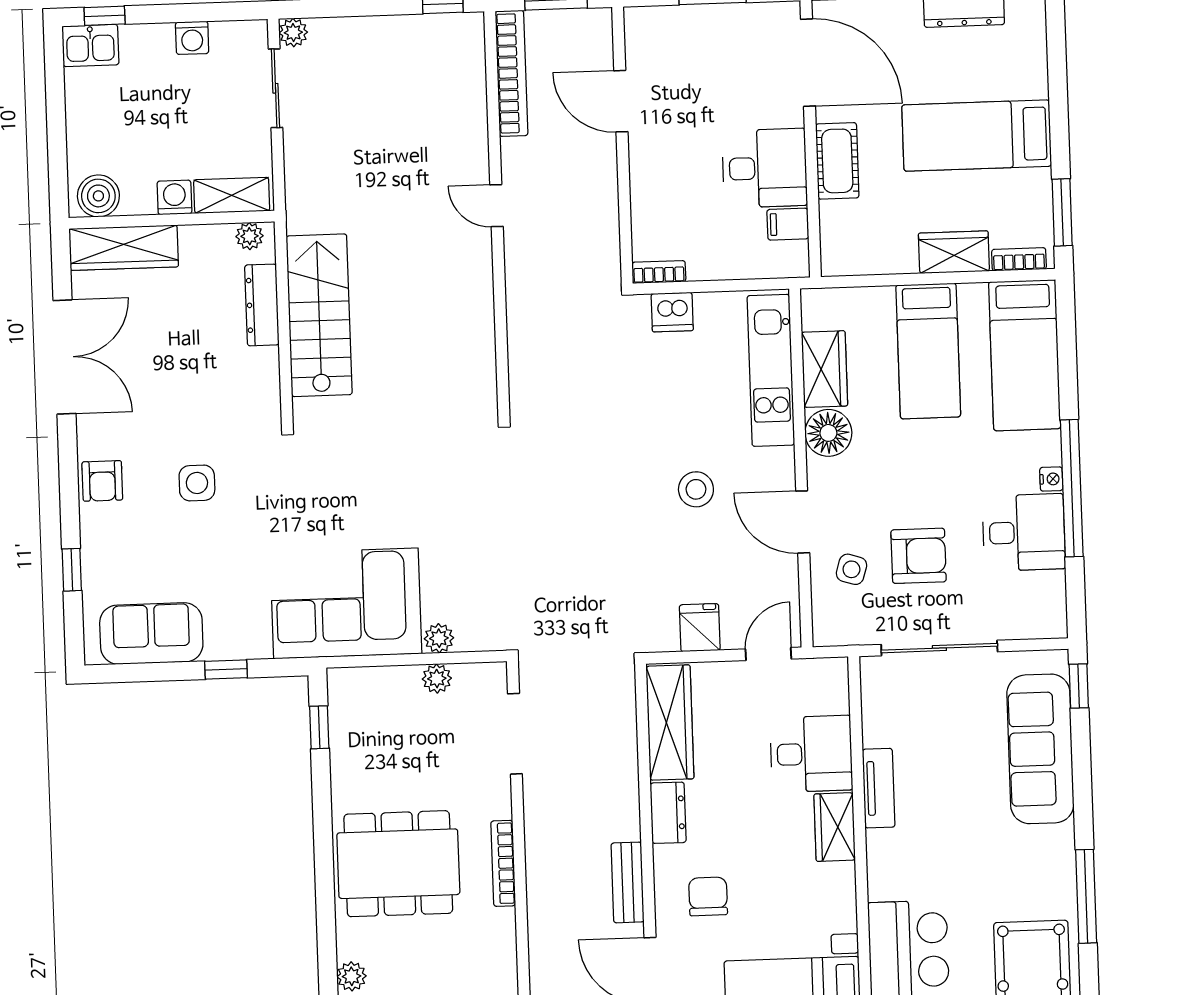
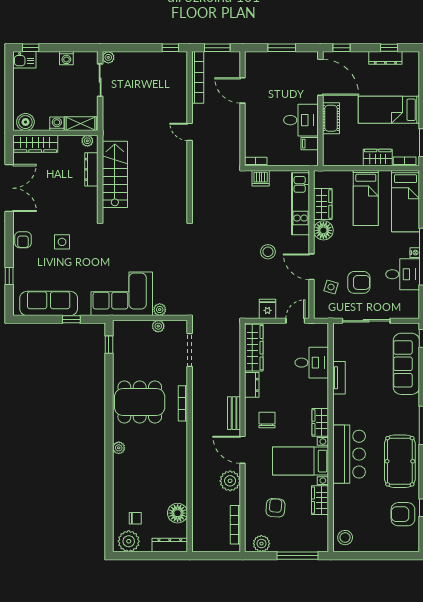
sofa: (151, 633) -> (49, 303), width x1.36
wardrobe: (835, 827) -> (320, 422), moved

